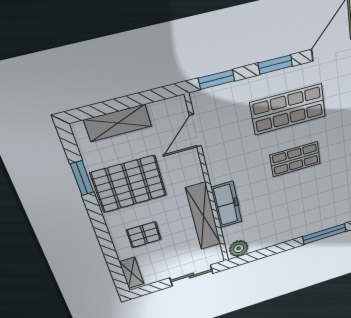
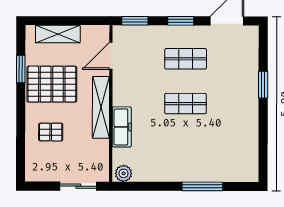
shop shelf: (288, 109) -> (186, 59), width x0.70, depth x0.74
shelving: (203, 216) -> (101, 107), moved
shelving: (132, 273) -> (32, 165), removed

